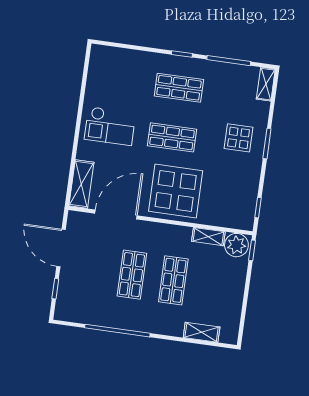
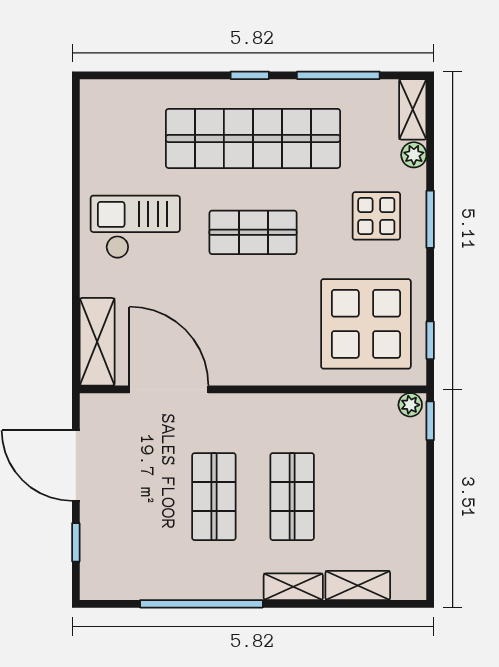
shop shelf: (179, 88) -> (253, 138), width x2.00, depth x1.36
plant: (263, 108) -> (414, 155), added
checkout: (110, 126) -> (135, 227), turned 180
display table: (176, 191) -> (366, 324), moved
door: (116, 214) -> (169, 389), hinge flipped
shelving: (208, 237) -> (293, 587), moved
plant: (236, 245) -> (410, 405), width x0.53, depth x0.53

